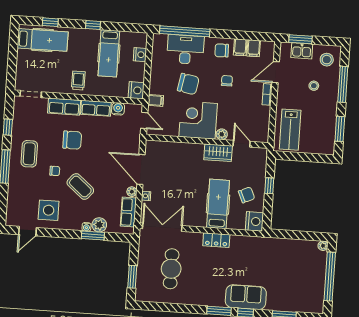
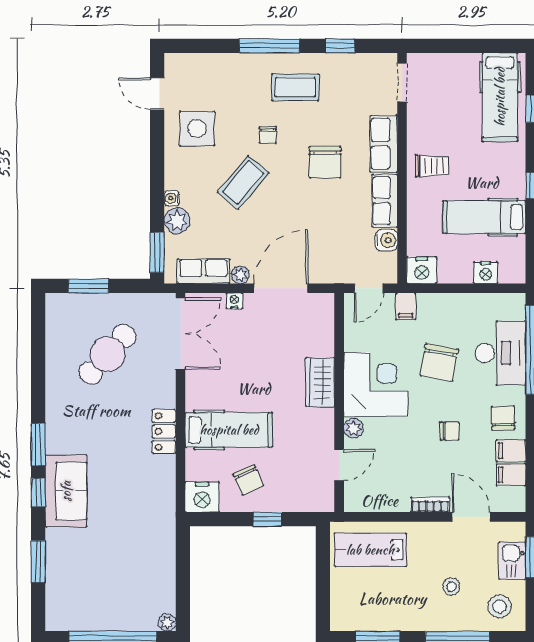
wardrobe: (218, 153) -> (320, 382), moved
window: (93, 236) -> (157, 253), moved
cafe table: (171, 269) -> (107, 354), turned -48

